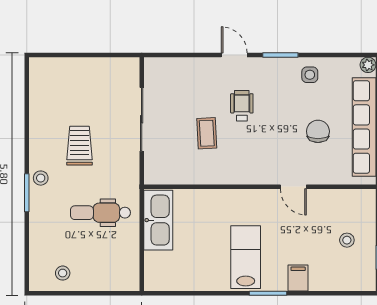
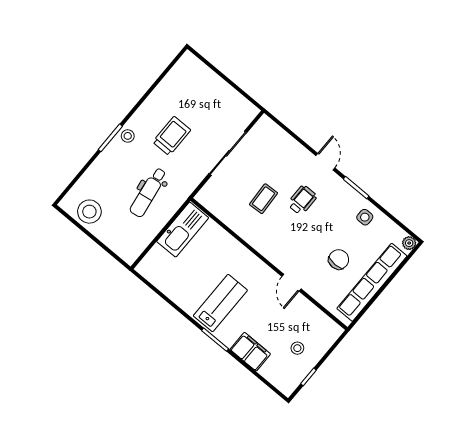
dental chair: (100, 213) -> (148, 192), turned -99
stool: (63, 273) -> (89, 212), width x1.89, depth x1.89
filing cabinet: (298, 278) -> (250, 352), width x2.00

